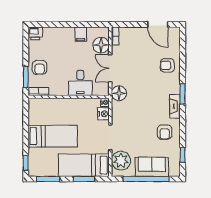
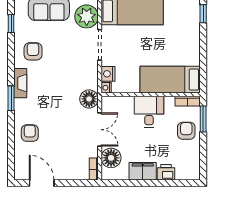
printer: (35, 33) -> (166, 172), moved
filing cabinet: (81, 34) -> (143, 171), width x2.00
armchair: (167, 65) -> (30, 133), turned -90
desk: (80, 83) -> (149, 112), moved
bed: (53, 136) -> (170, 80), moved

